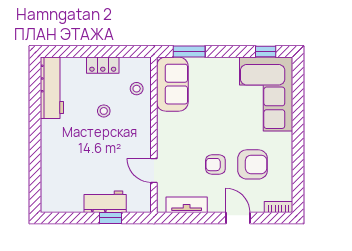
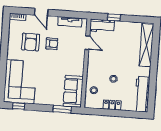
armchair: (253, 164) -> (31, 42), turned -90
shelving: (51, 174) -> (146, 45), added
workbench: (105, 202) -> (102, 26), moved

